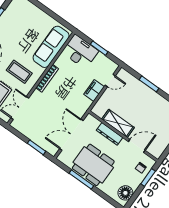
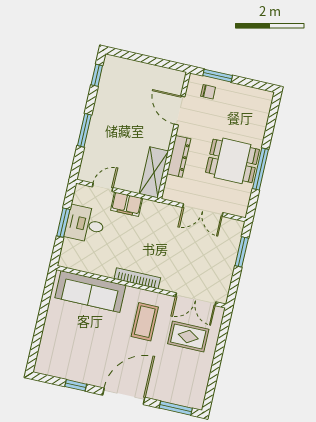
desk: (80, 52) -> (85, 224), moved, width x0.73
door: (110, 81) -> (103, 187), hinge flipped
shelving: (118, 123) -> (154, 172), moved
double door: (71, 135) -> (203, 210), width x0.73
dining table: (93, 165) -> (233, 161), width x0.73
floor lamp: (125, 193) -> (253, 99), removed

